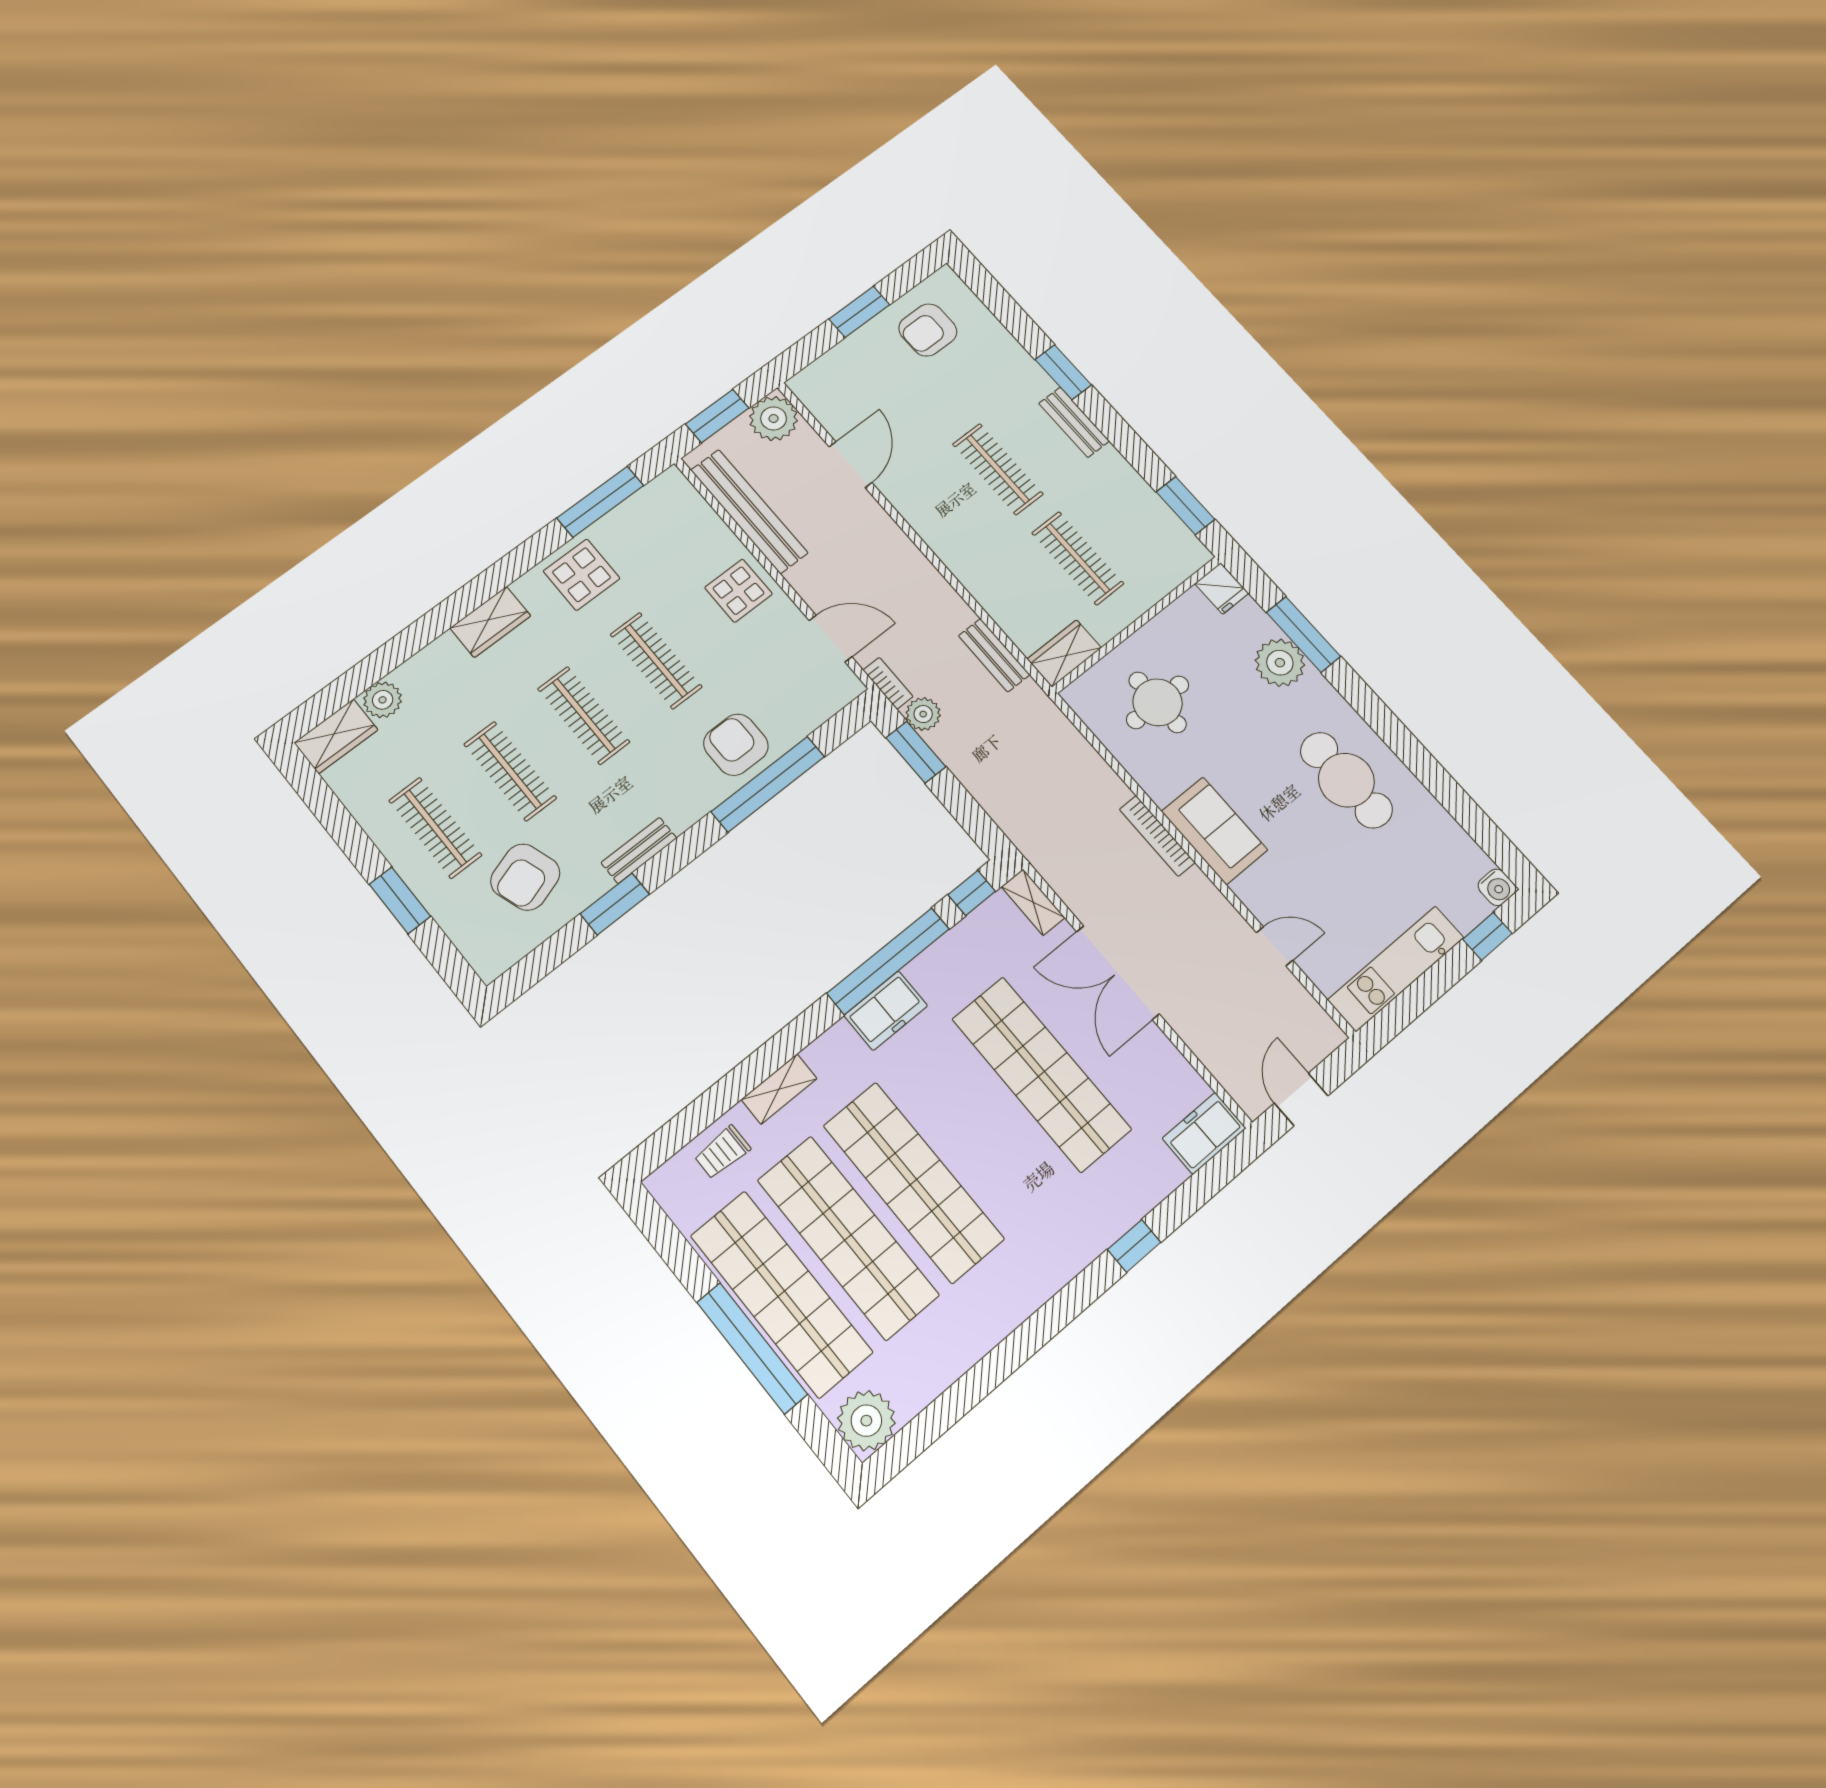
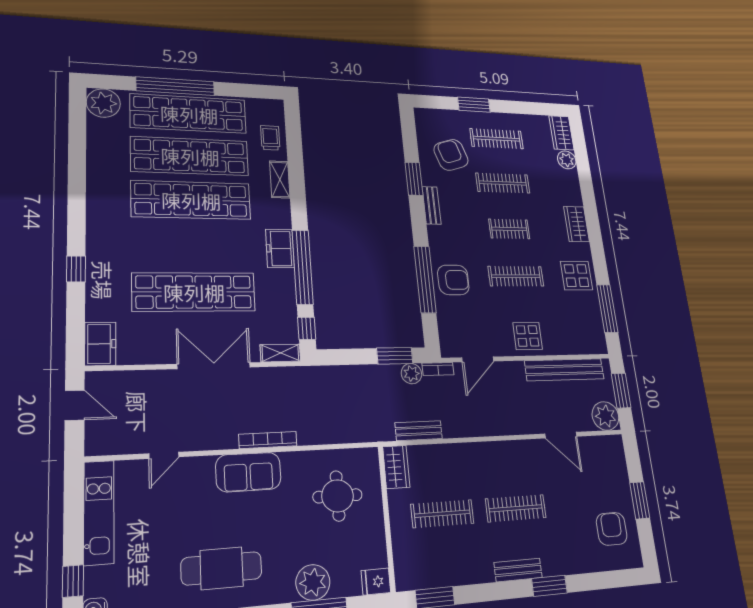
clothes rail: (584, 715) -> (509, 229), width x0.73

